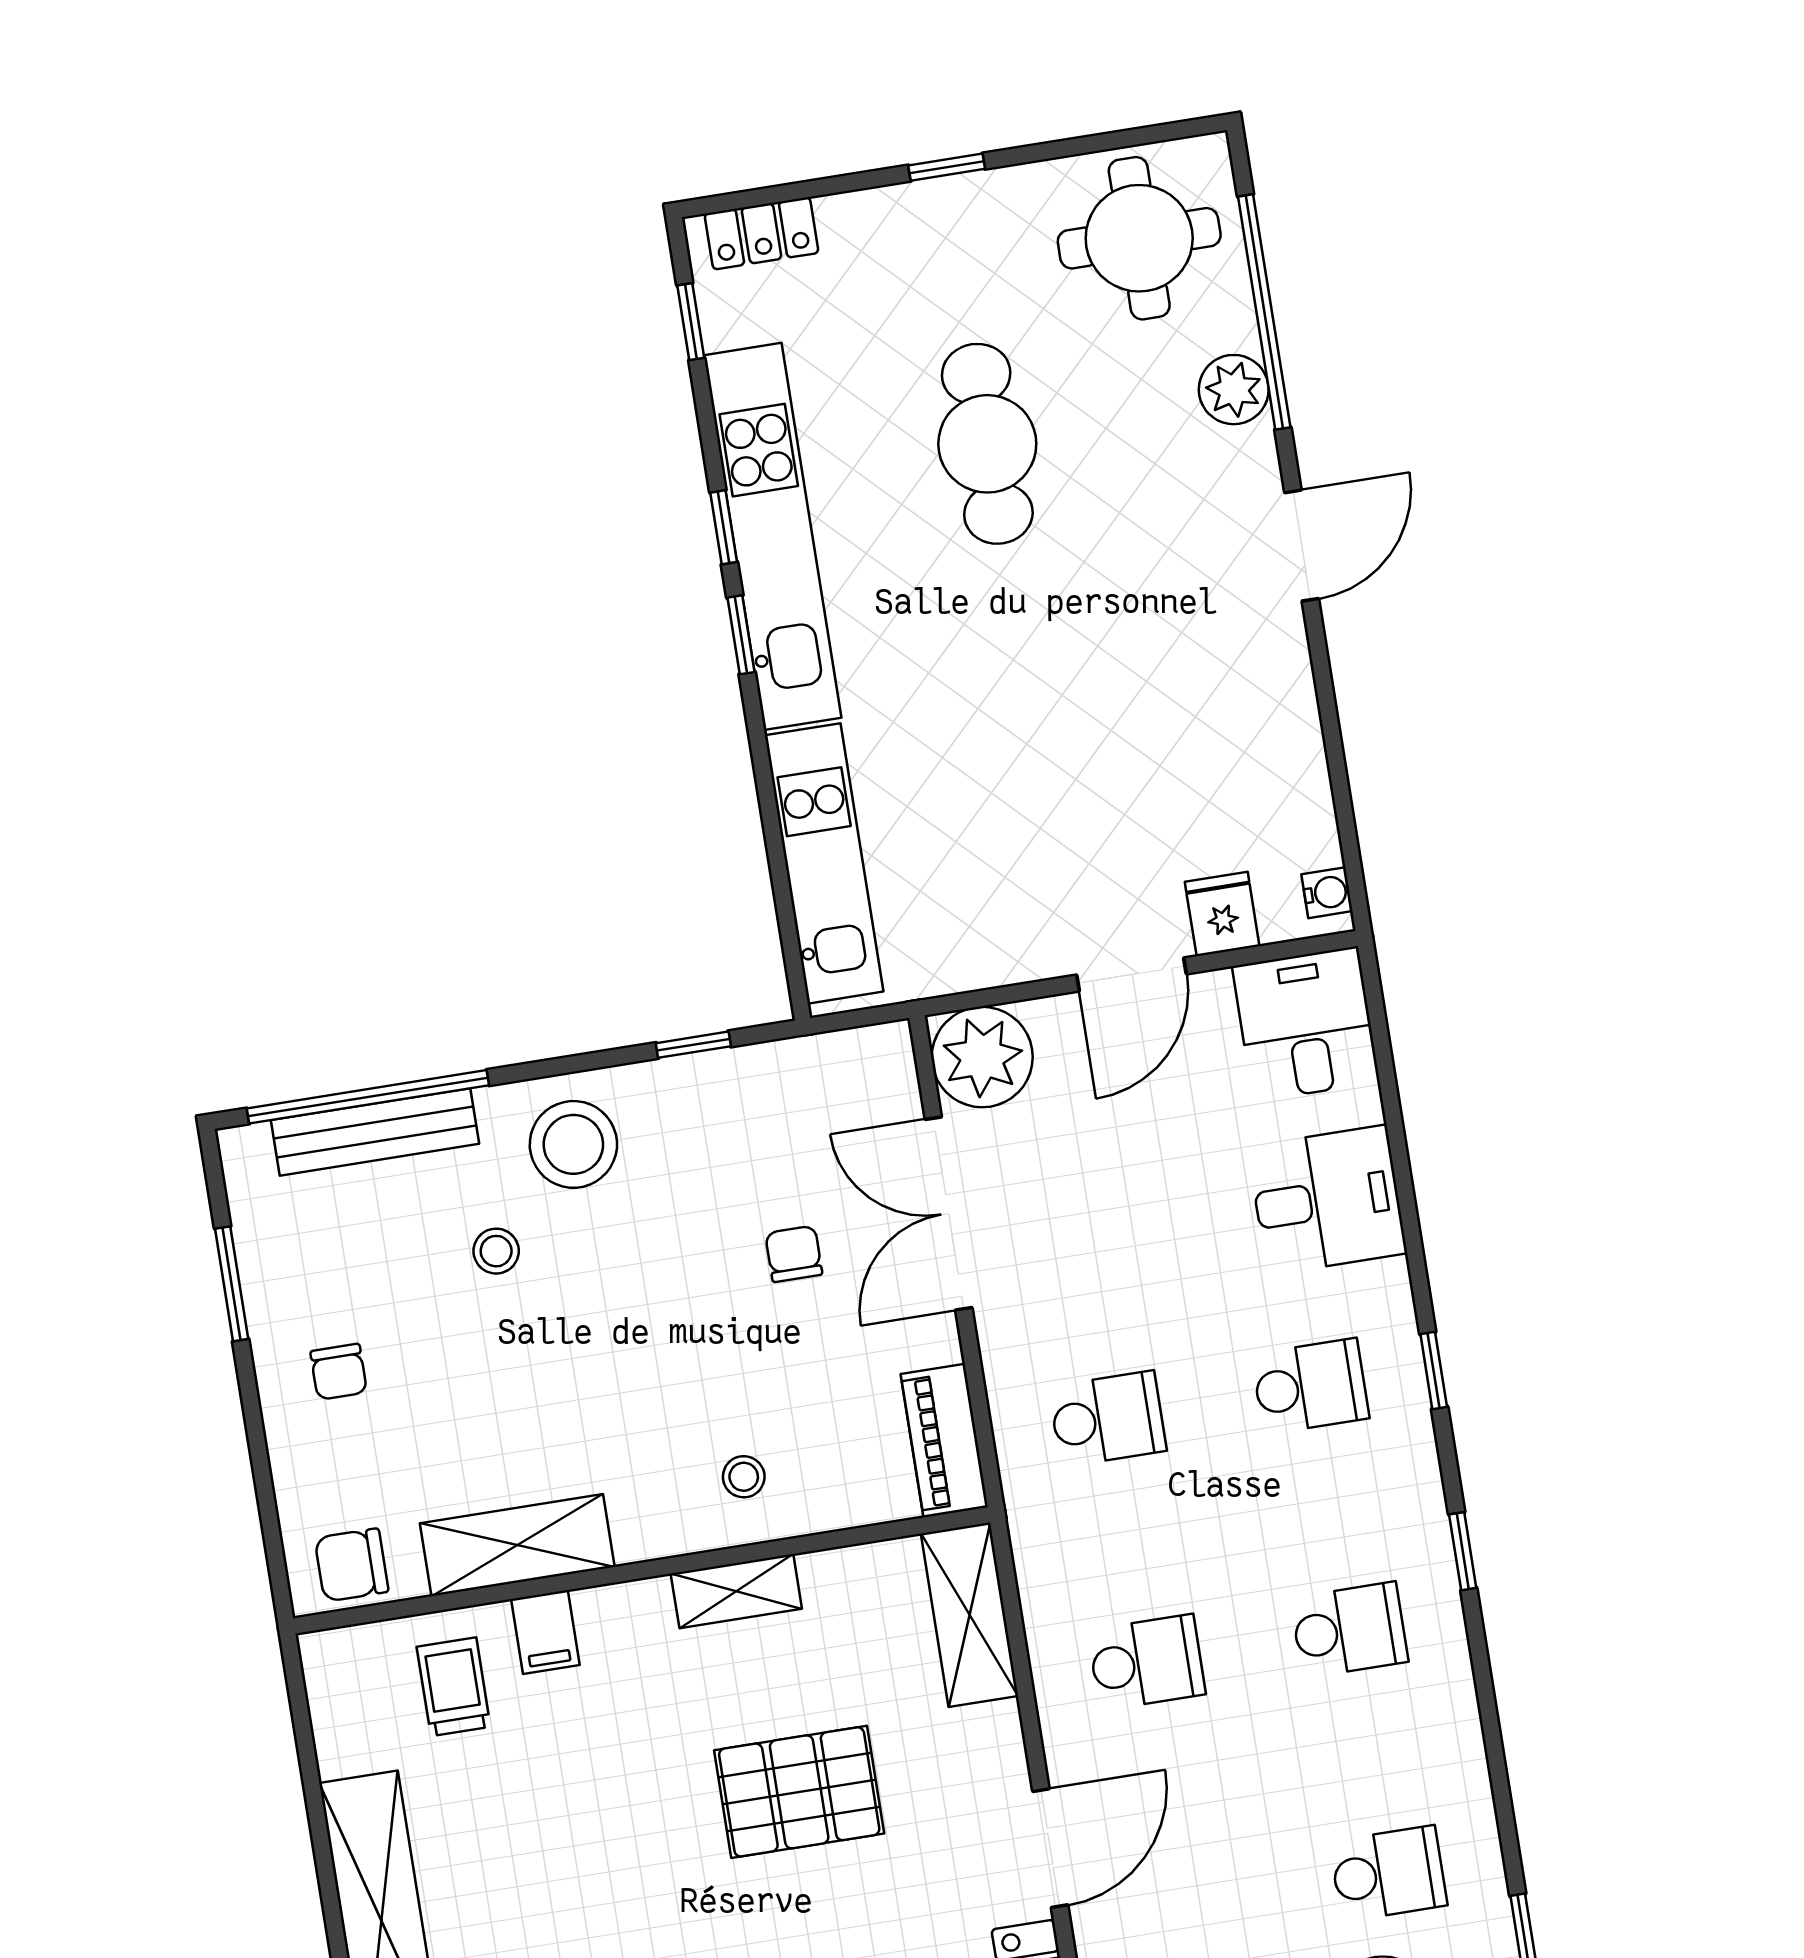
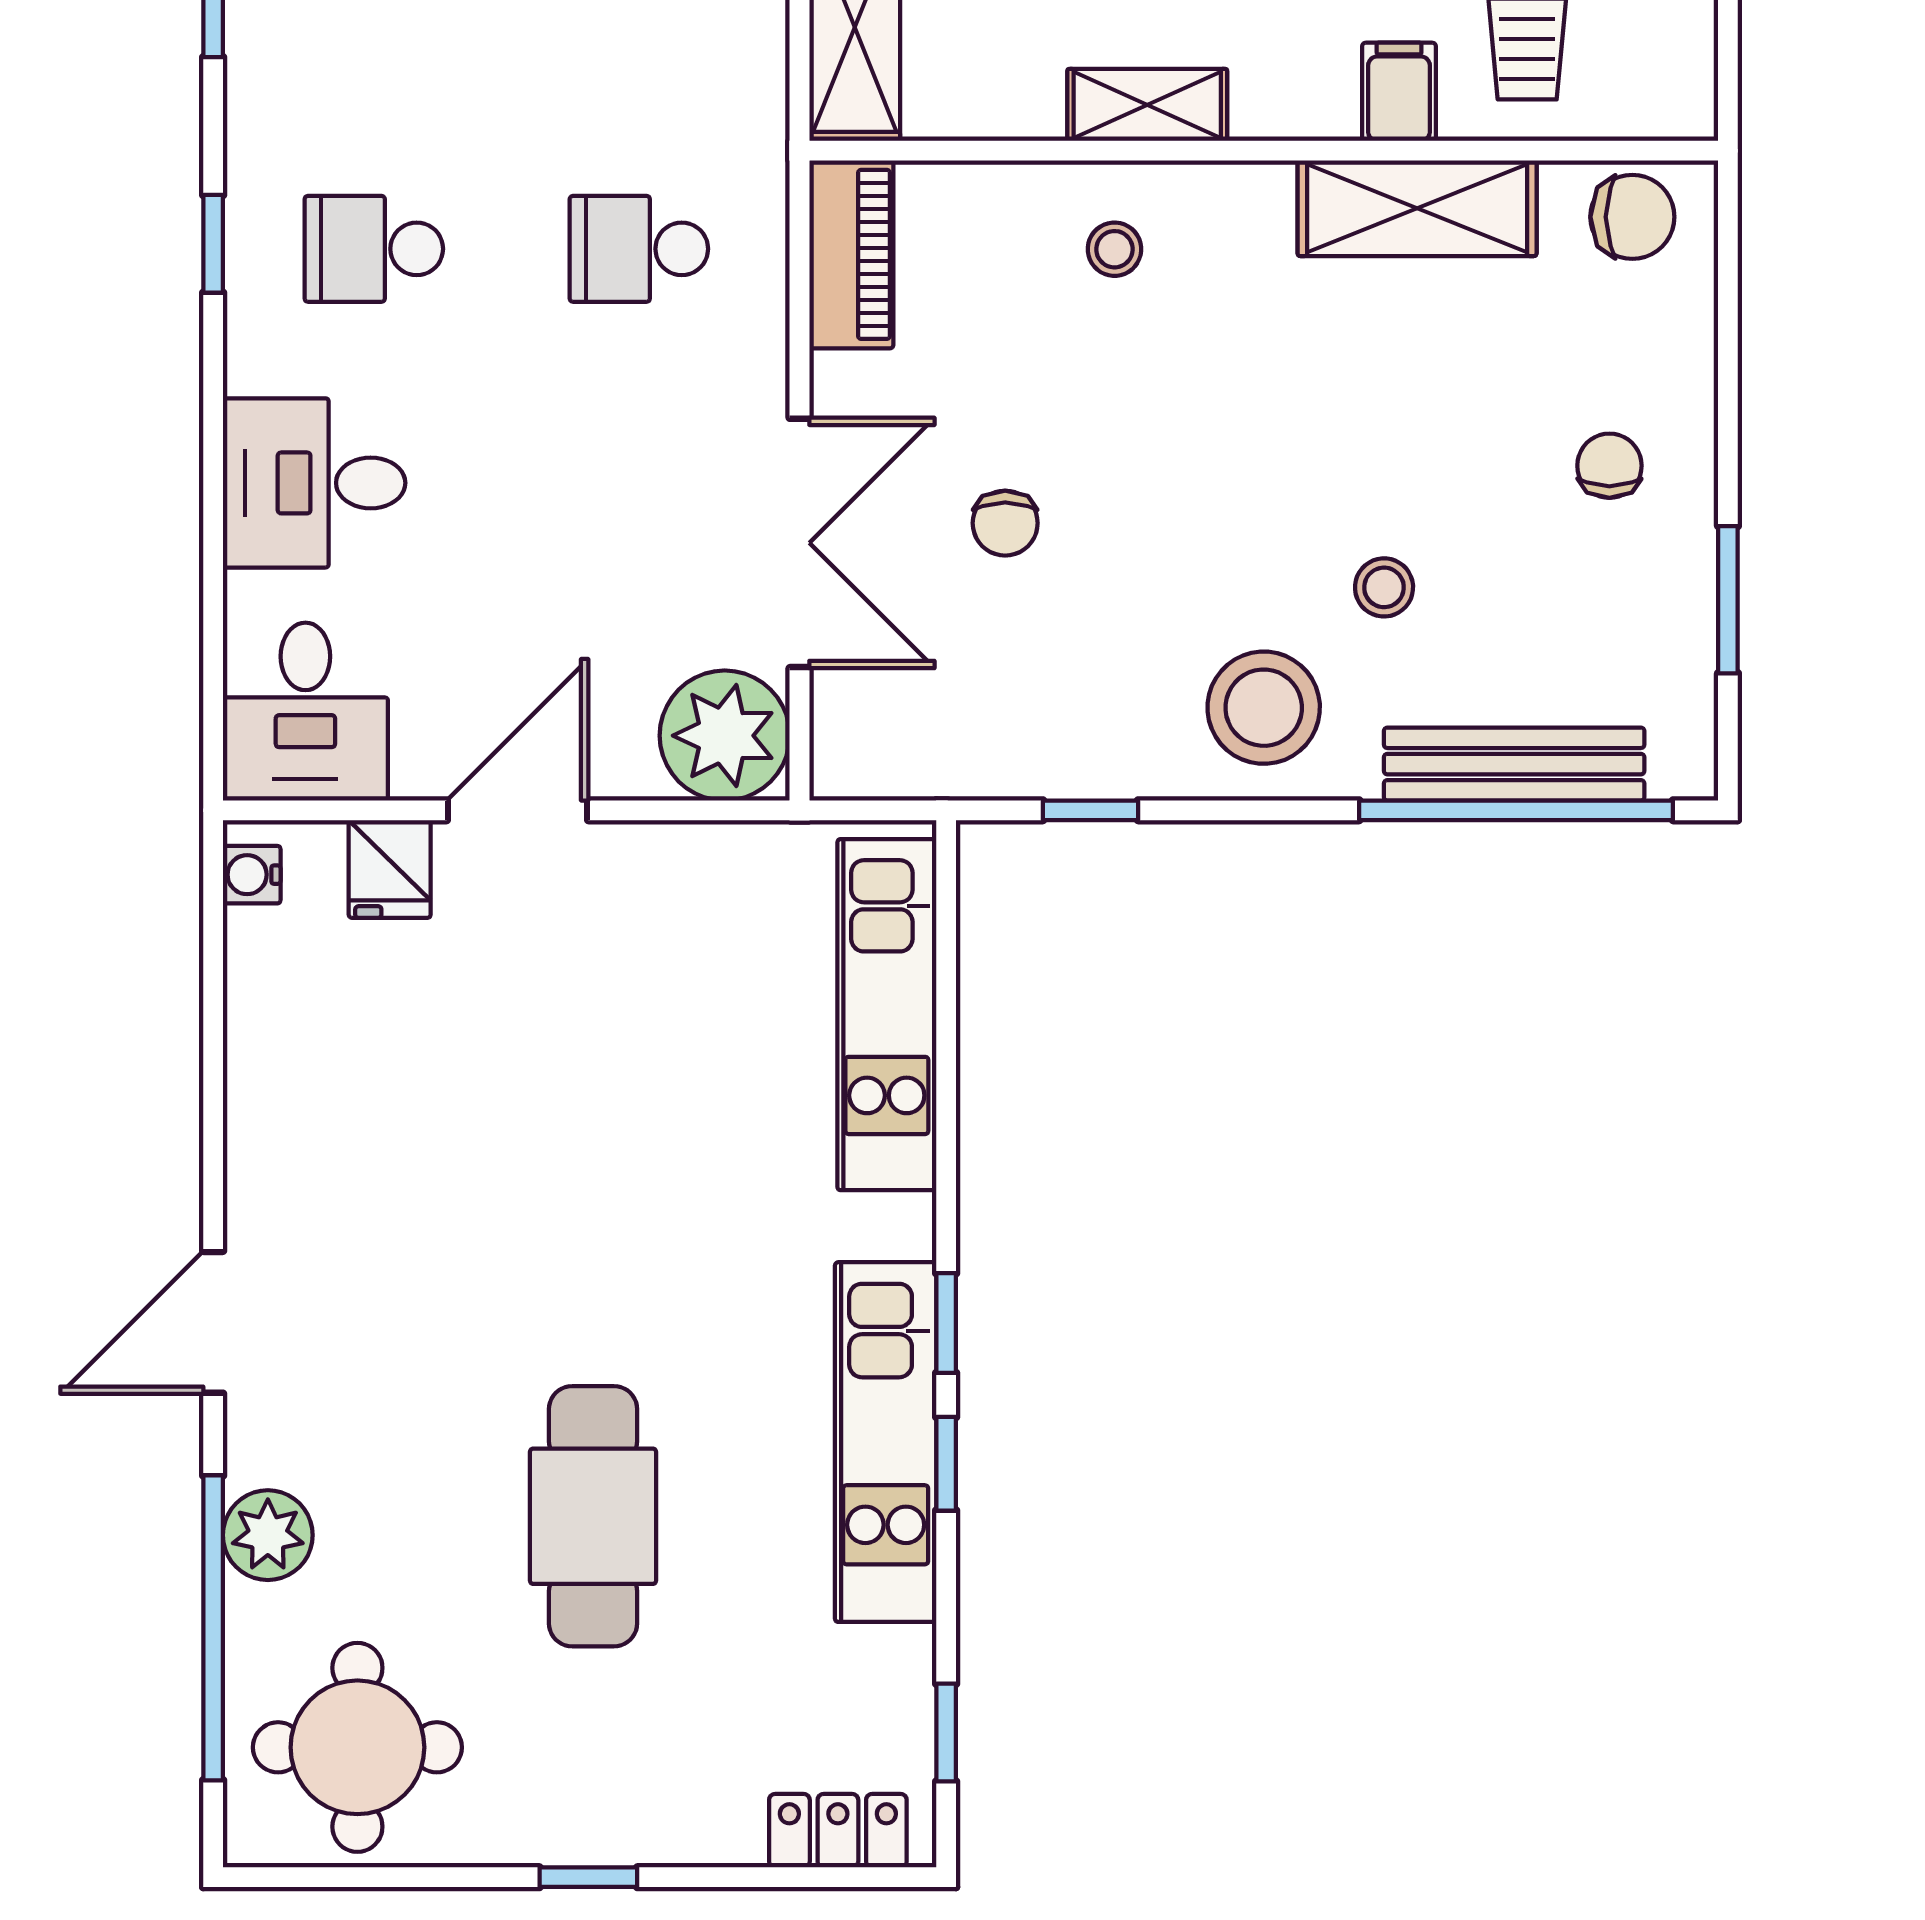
kitchen unit: (773, 536) -> (886, 1442), width x0.73

